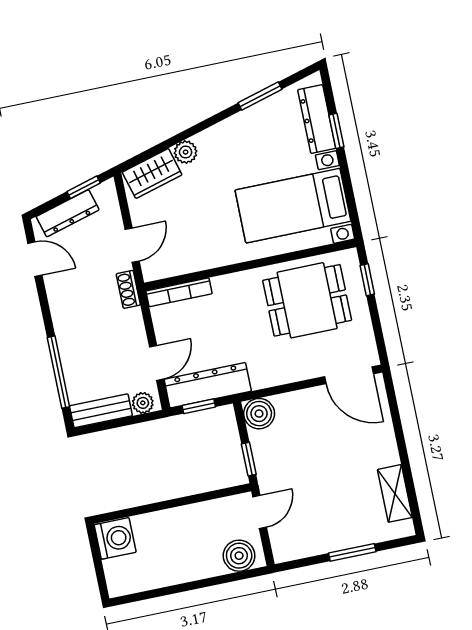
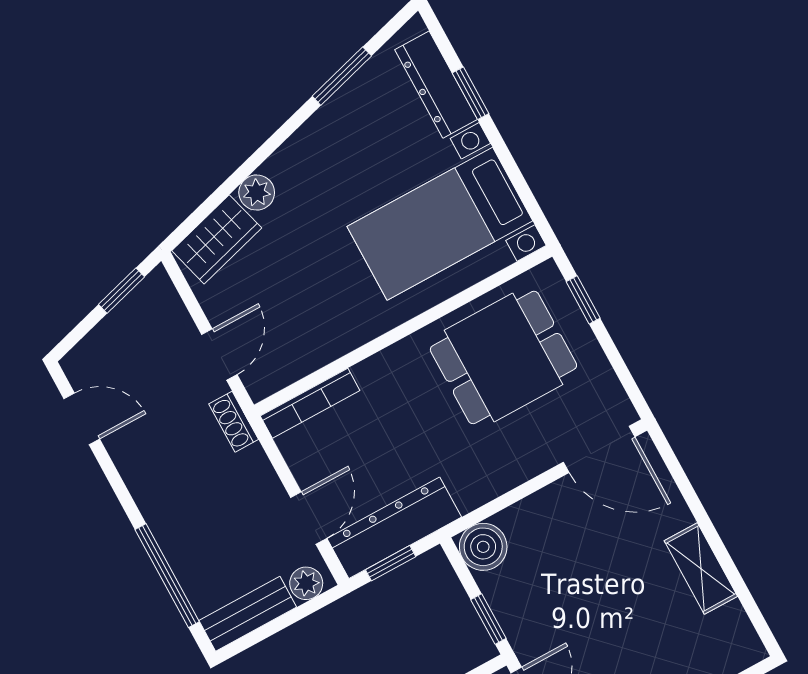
dresser: (68, 213) -> (109, 336), removed
shelving: (395, 493) -> (701, 569), moved

